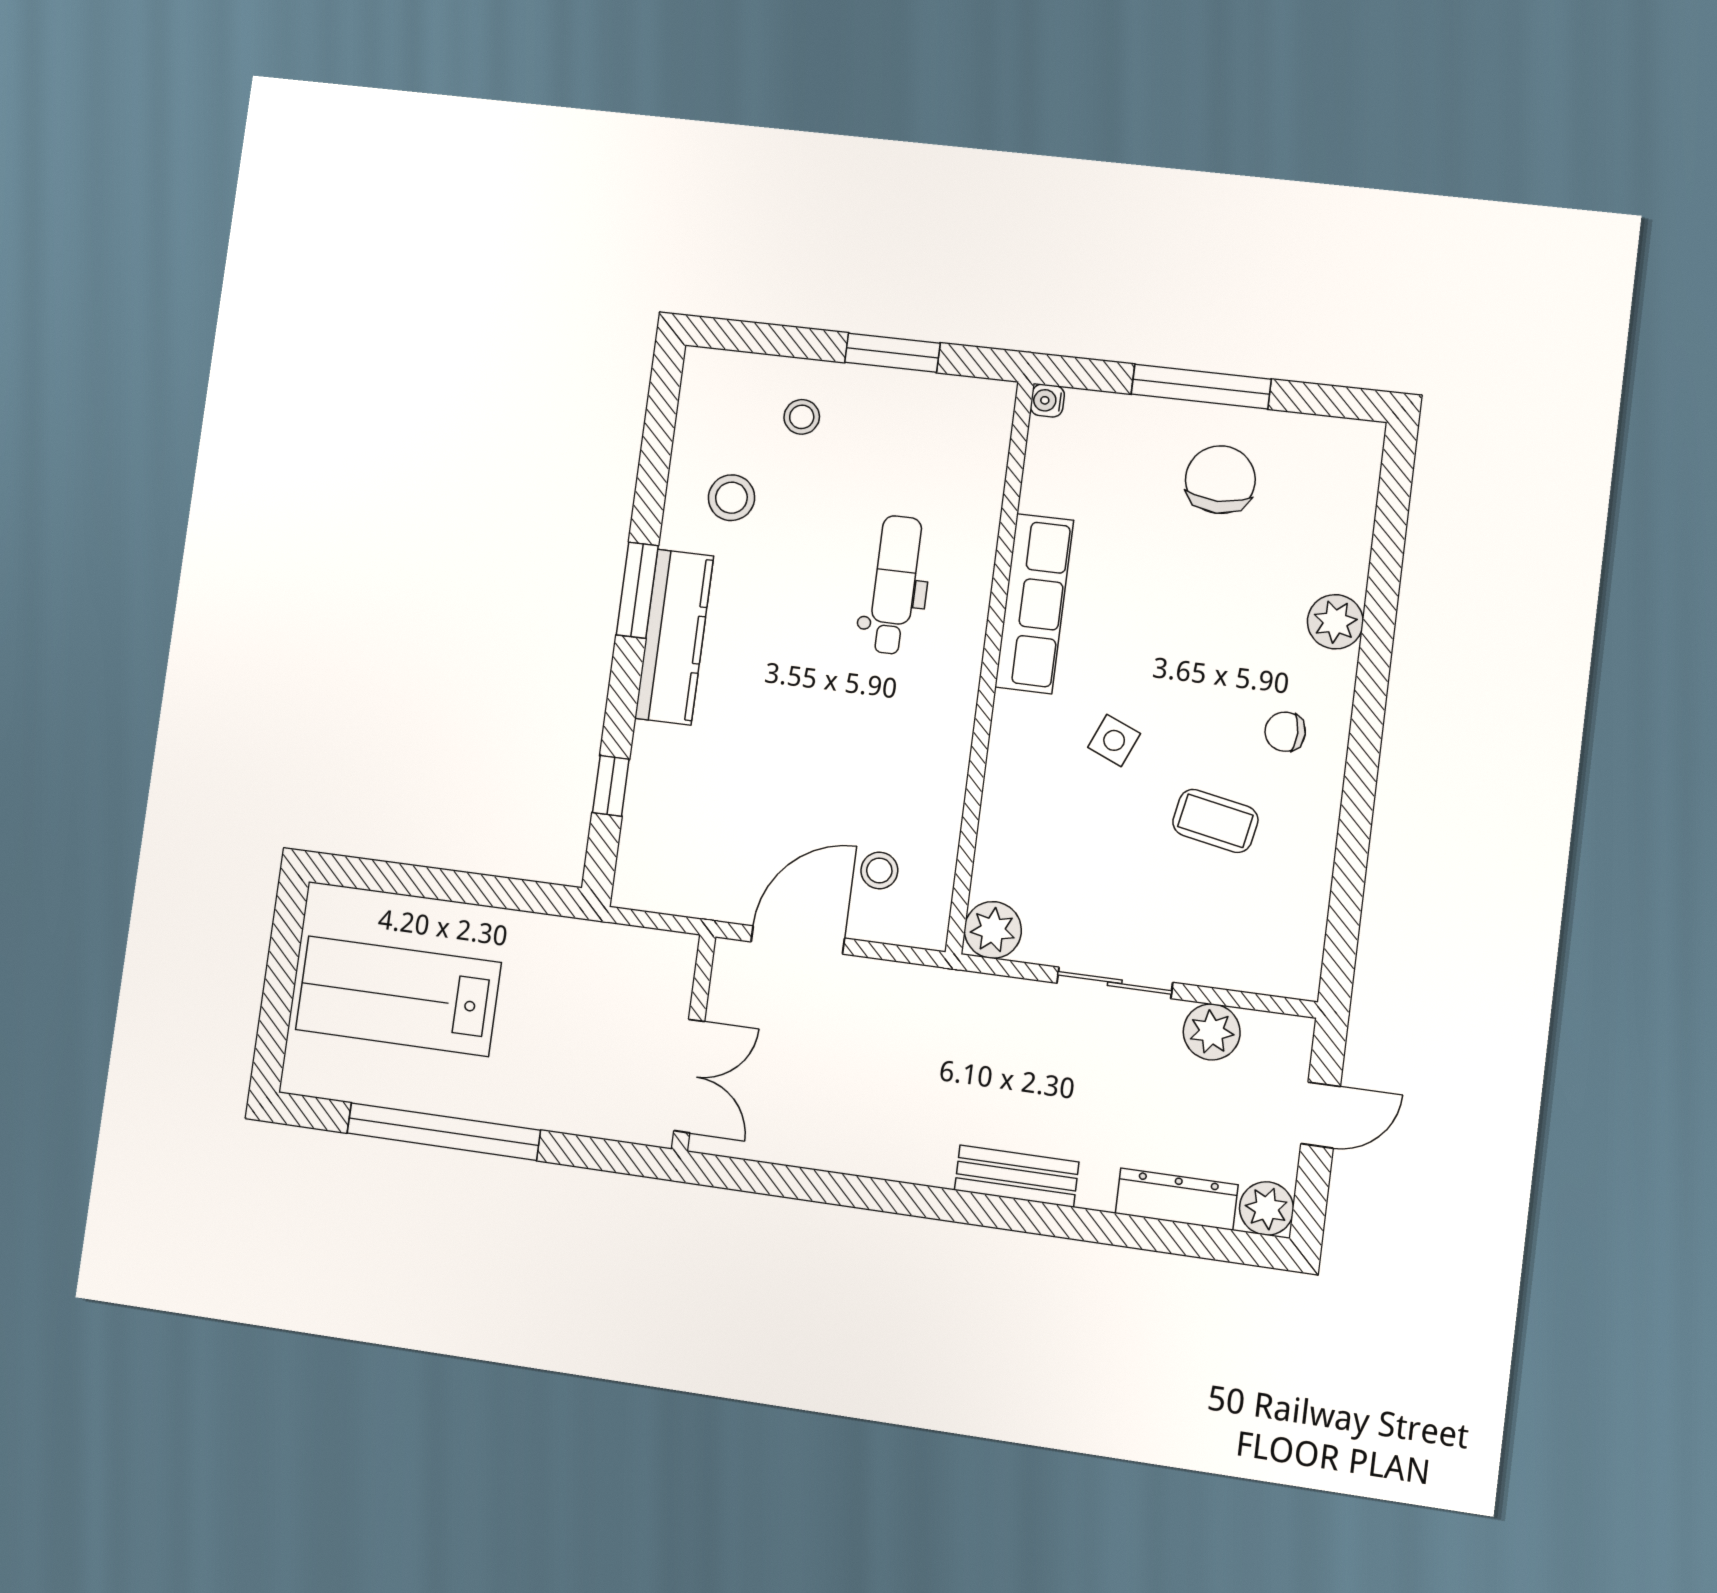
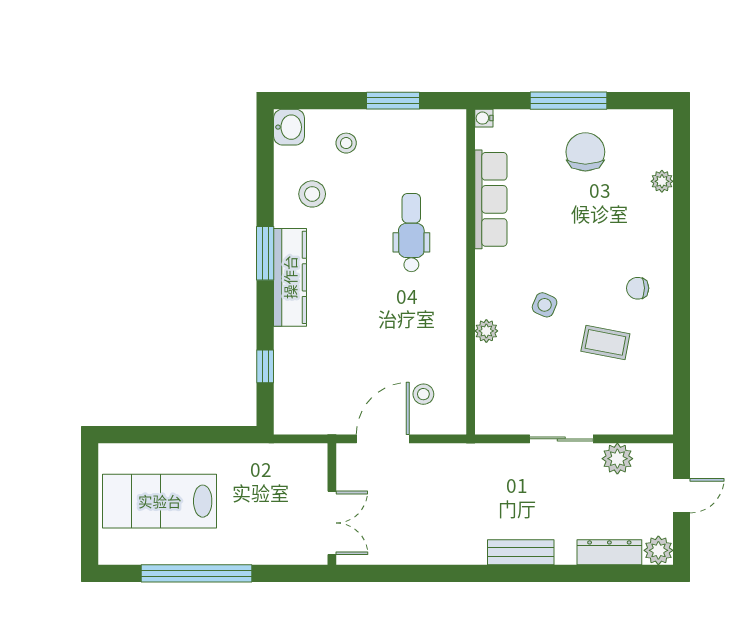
washbasin: (707, 378) -> (289, 127), added
row of seats: (1034, 604) -> (491, 199), moved
plant: (1335, 622) -> (662, 181), moved, width x0.73, depth x0.73
plant: (993, 930) -> (486, 331), moved, width x0.73, depth x0.73

